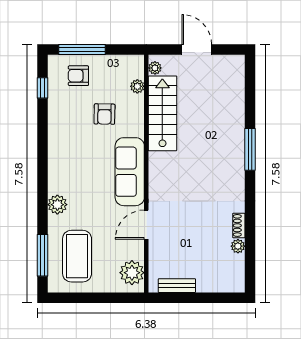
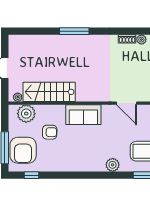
armchair: (78, 76) -> (23, 150), width x1.88, depth x1.88
plant: (137, 86) -> (26, 114), width x1.88, depth x1.88
sofa: (130, 172) -> (83, 115), width x0.73

